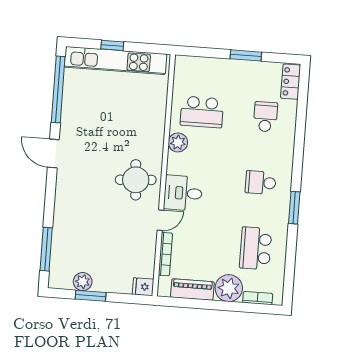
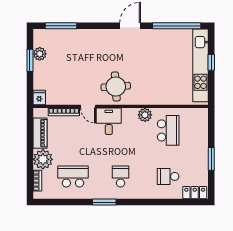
school desk: (202, 112) -> (168, 130), turned 180
school desk: (265, 117) -> (168, 176), turned 180

